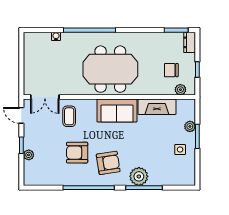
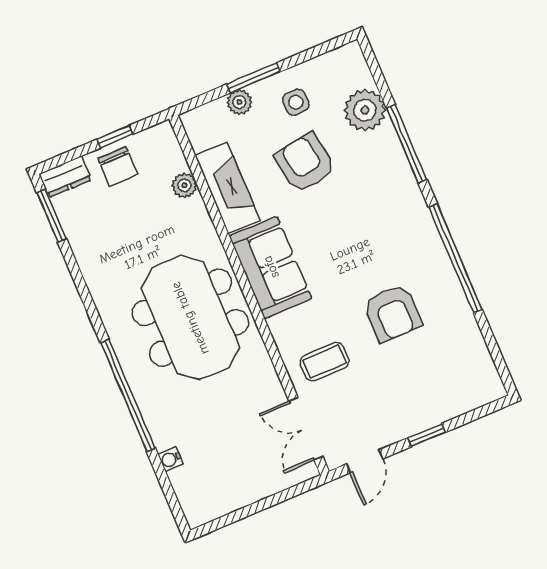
chair: (171, 70) -> (118, 166), moved
plant: (180, 90) -> (184, 185), moved
double door: (45, 97) -> (306, 429), swing flipped
plant: (29, 155) -> (440, 412), removed
armchair: (108, 163) -> (305, 163), moved
plant: (139, 176) -> (365, 110), moved

